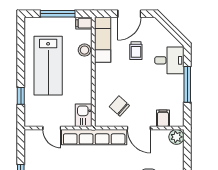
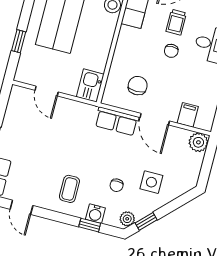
chair: (138, 73) -> (171, 51), added
chair: (119, 106) -> (138, 86), turned 48
row of seats: (94, 137) -> (117, 121), width x0.50

